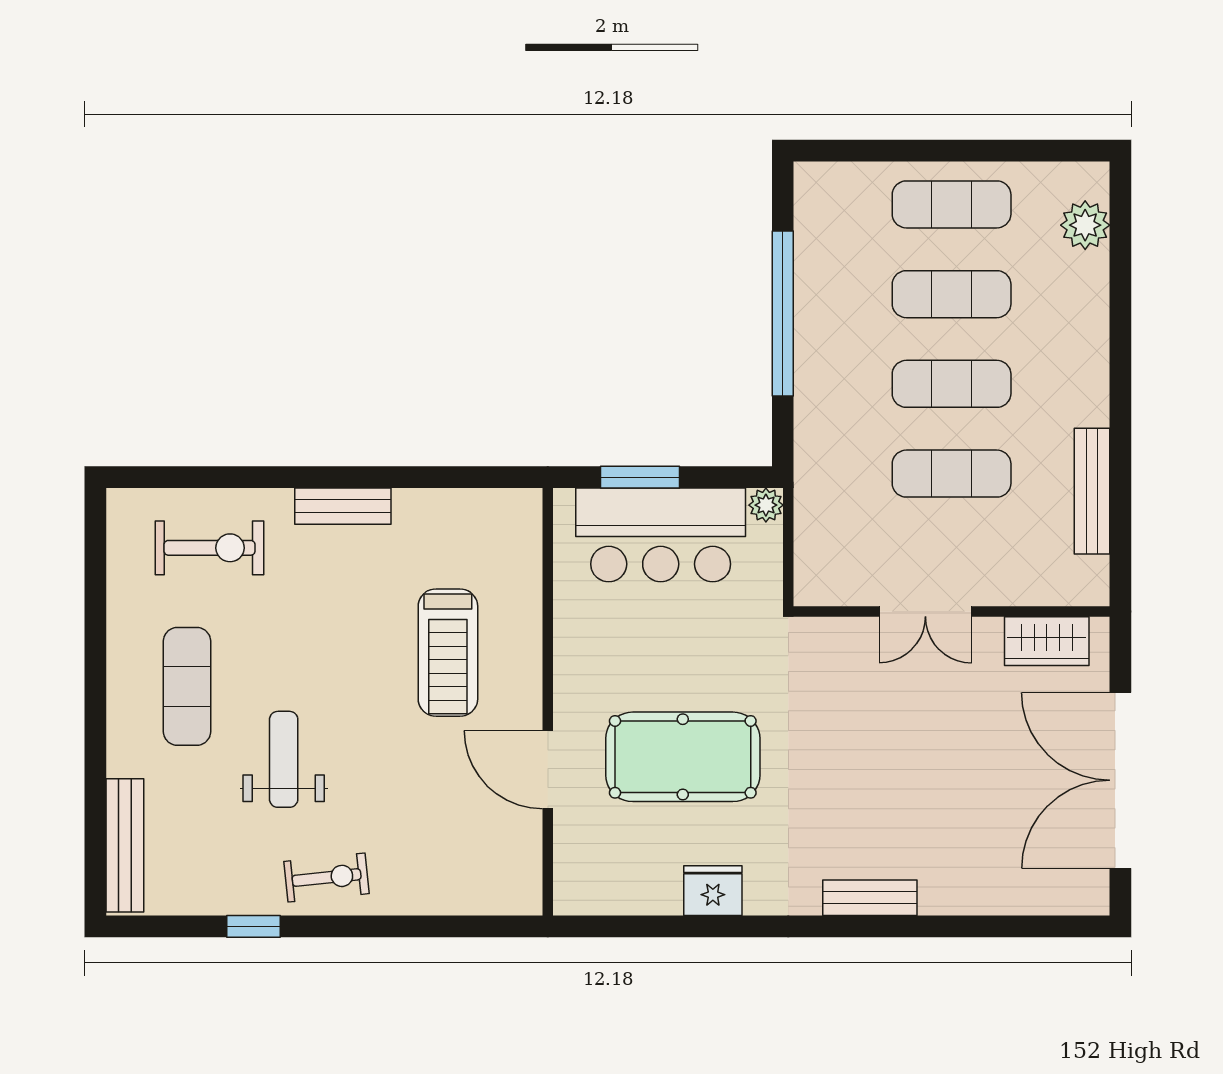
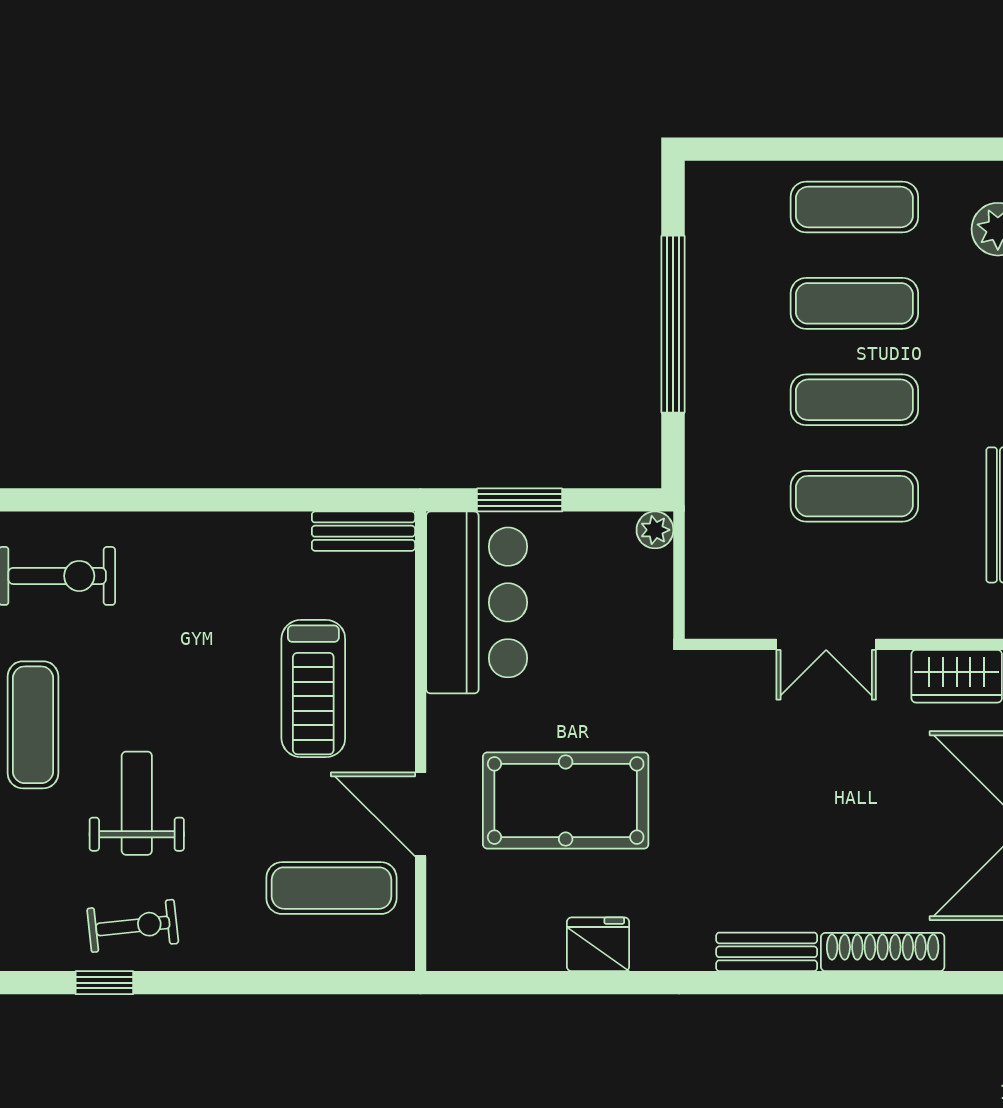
bench: (343, 506) -> (363, 531), moved
bar counter: (661, 535) -> (477, 602), moved, turned -90
exercise mat: (465, 838) -> (331, 888), added
exercise bike: (327, 878) -> (133, 926), moved
shoe rack: (978, 898) -> (883, 952), added

